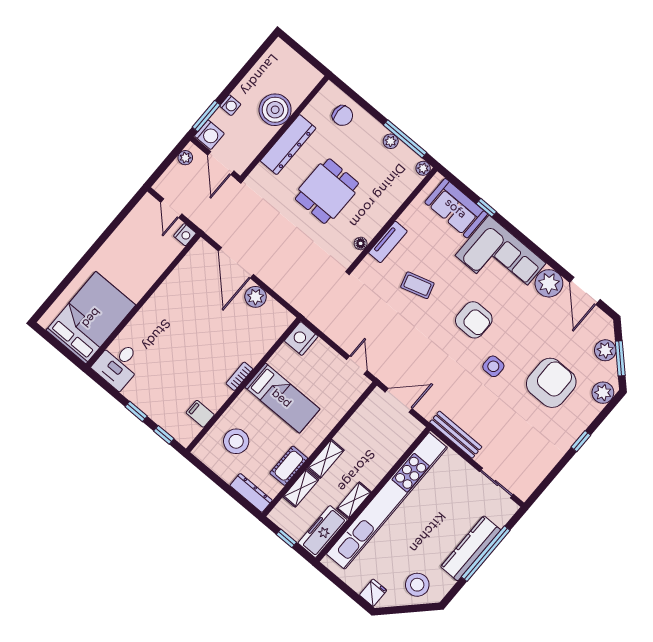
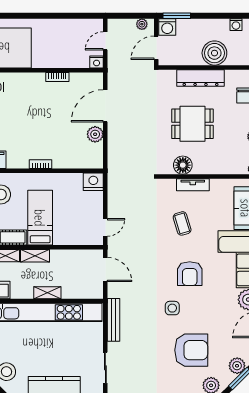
washing machine: (230, 105) -> (236, 25), moved
floor lamp: (361, 243) -> (183, 165), width x1.89, depth x1.89
bookcase: (167, 286) -> (57, 77), added
bed: (282, 398) -> (40, 218), moved, turned 180
shelving: (354, 500) -> (47, 293), moved

